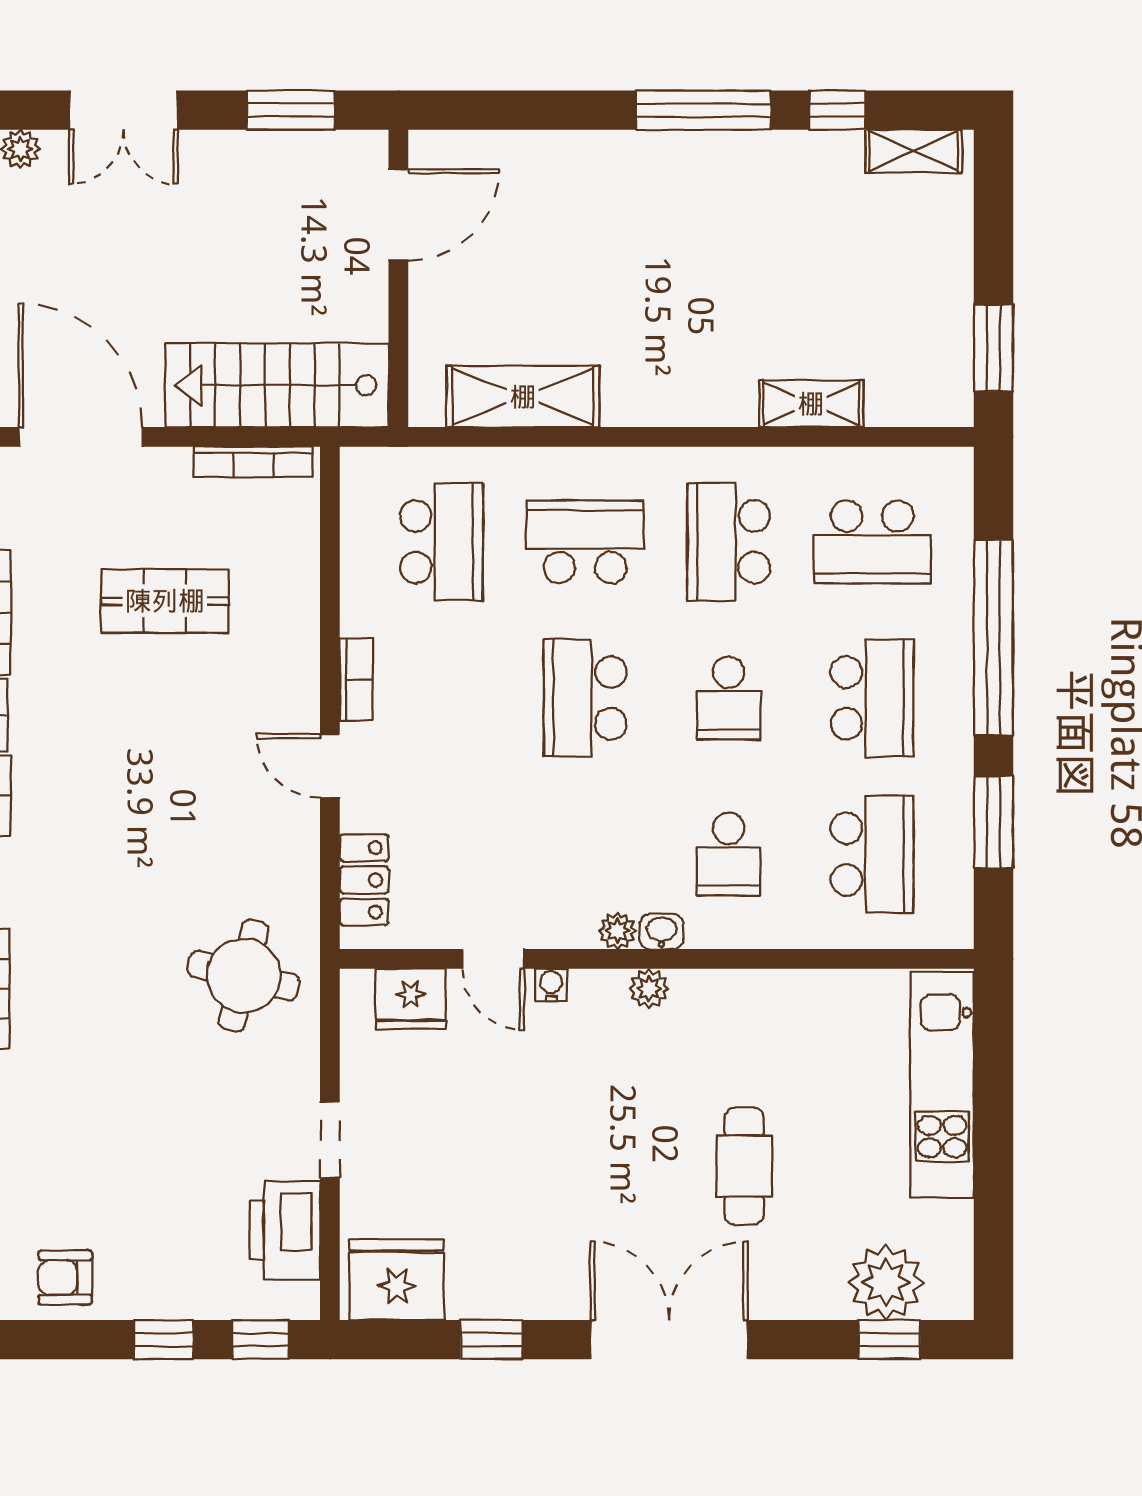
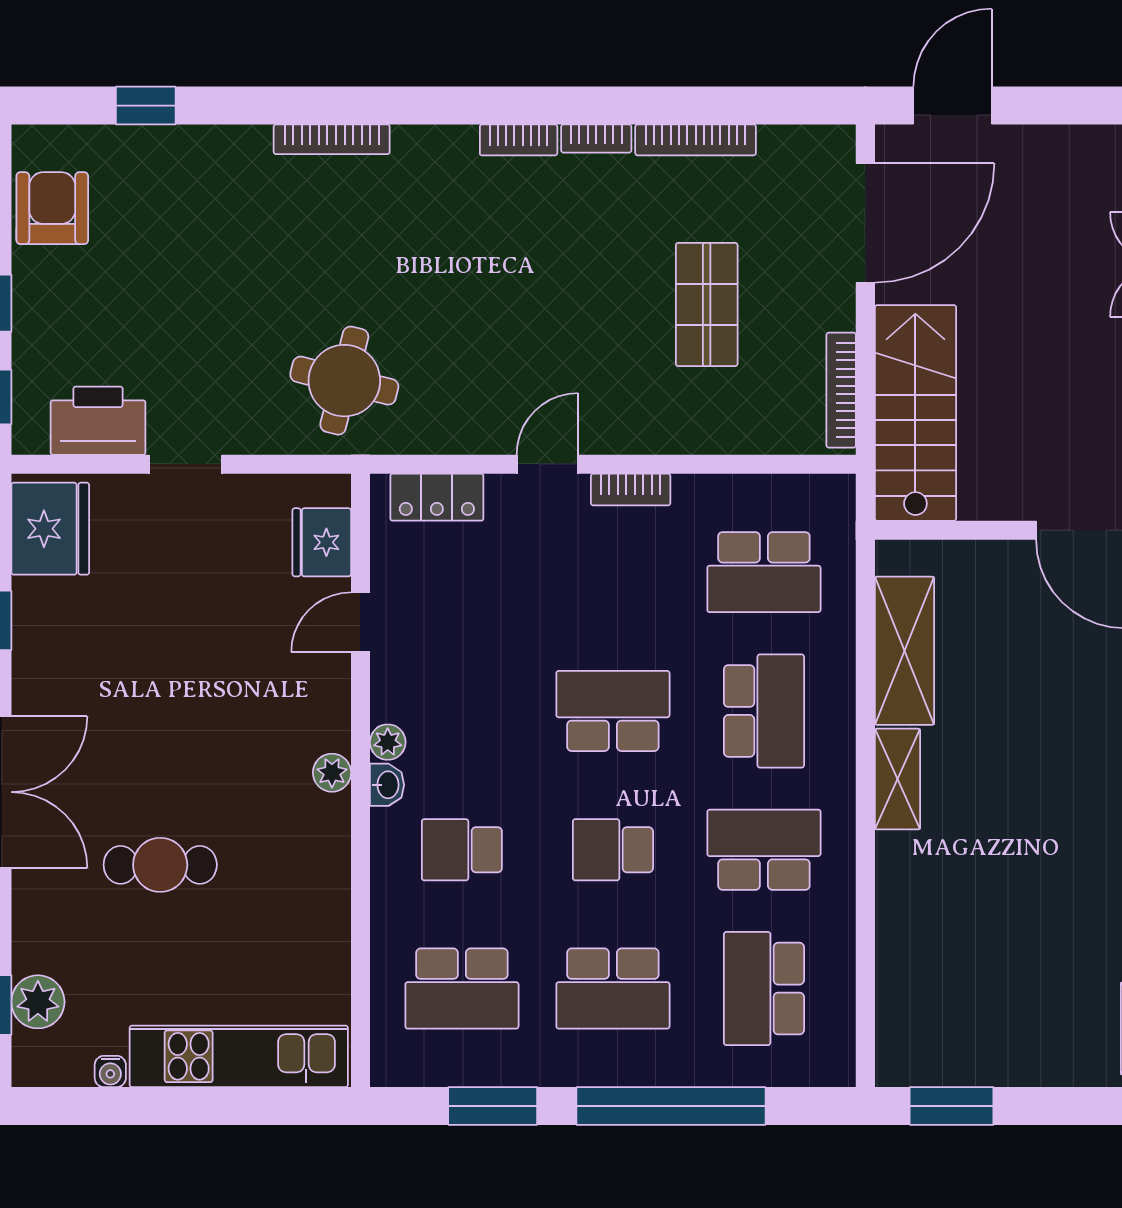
shelving: (811, 404) -> (897, 779), moved
water cooler: (551, 985) -> (110, 1071), moved, turned 90
armchair: (65, 1278) -> (52, 208), width x1.38, depth x1.38
plant: (886, 1282) -> (38, 1002), width x0.73, depth x0.73

